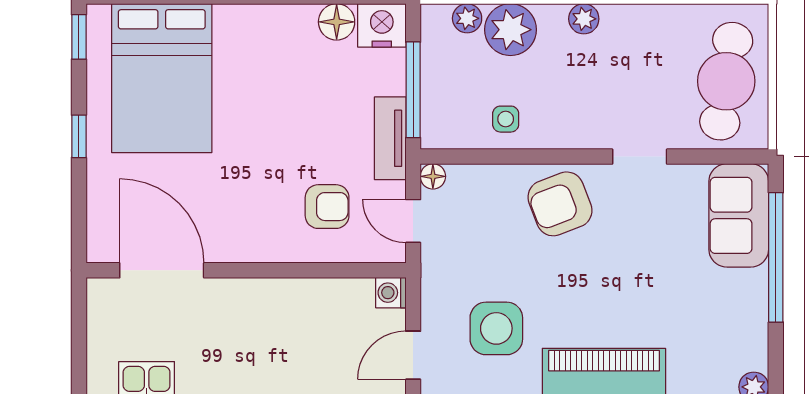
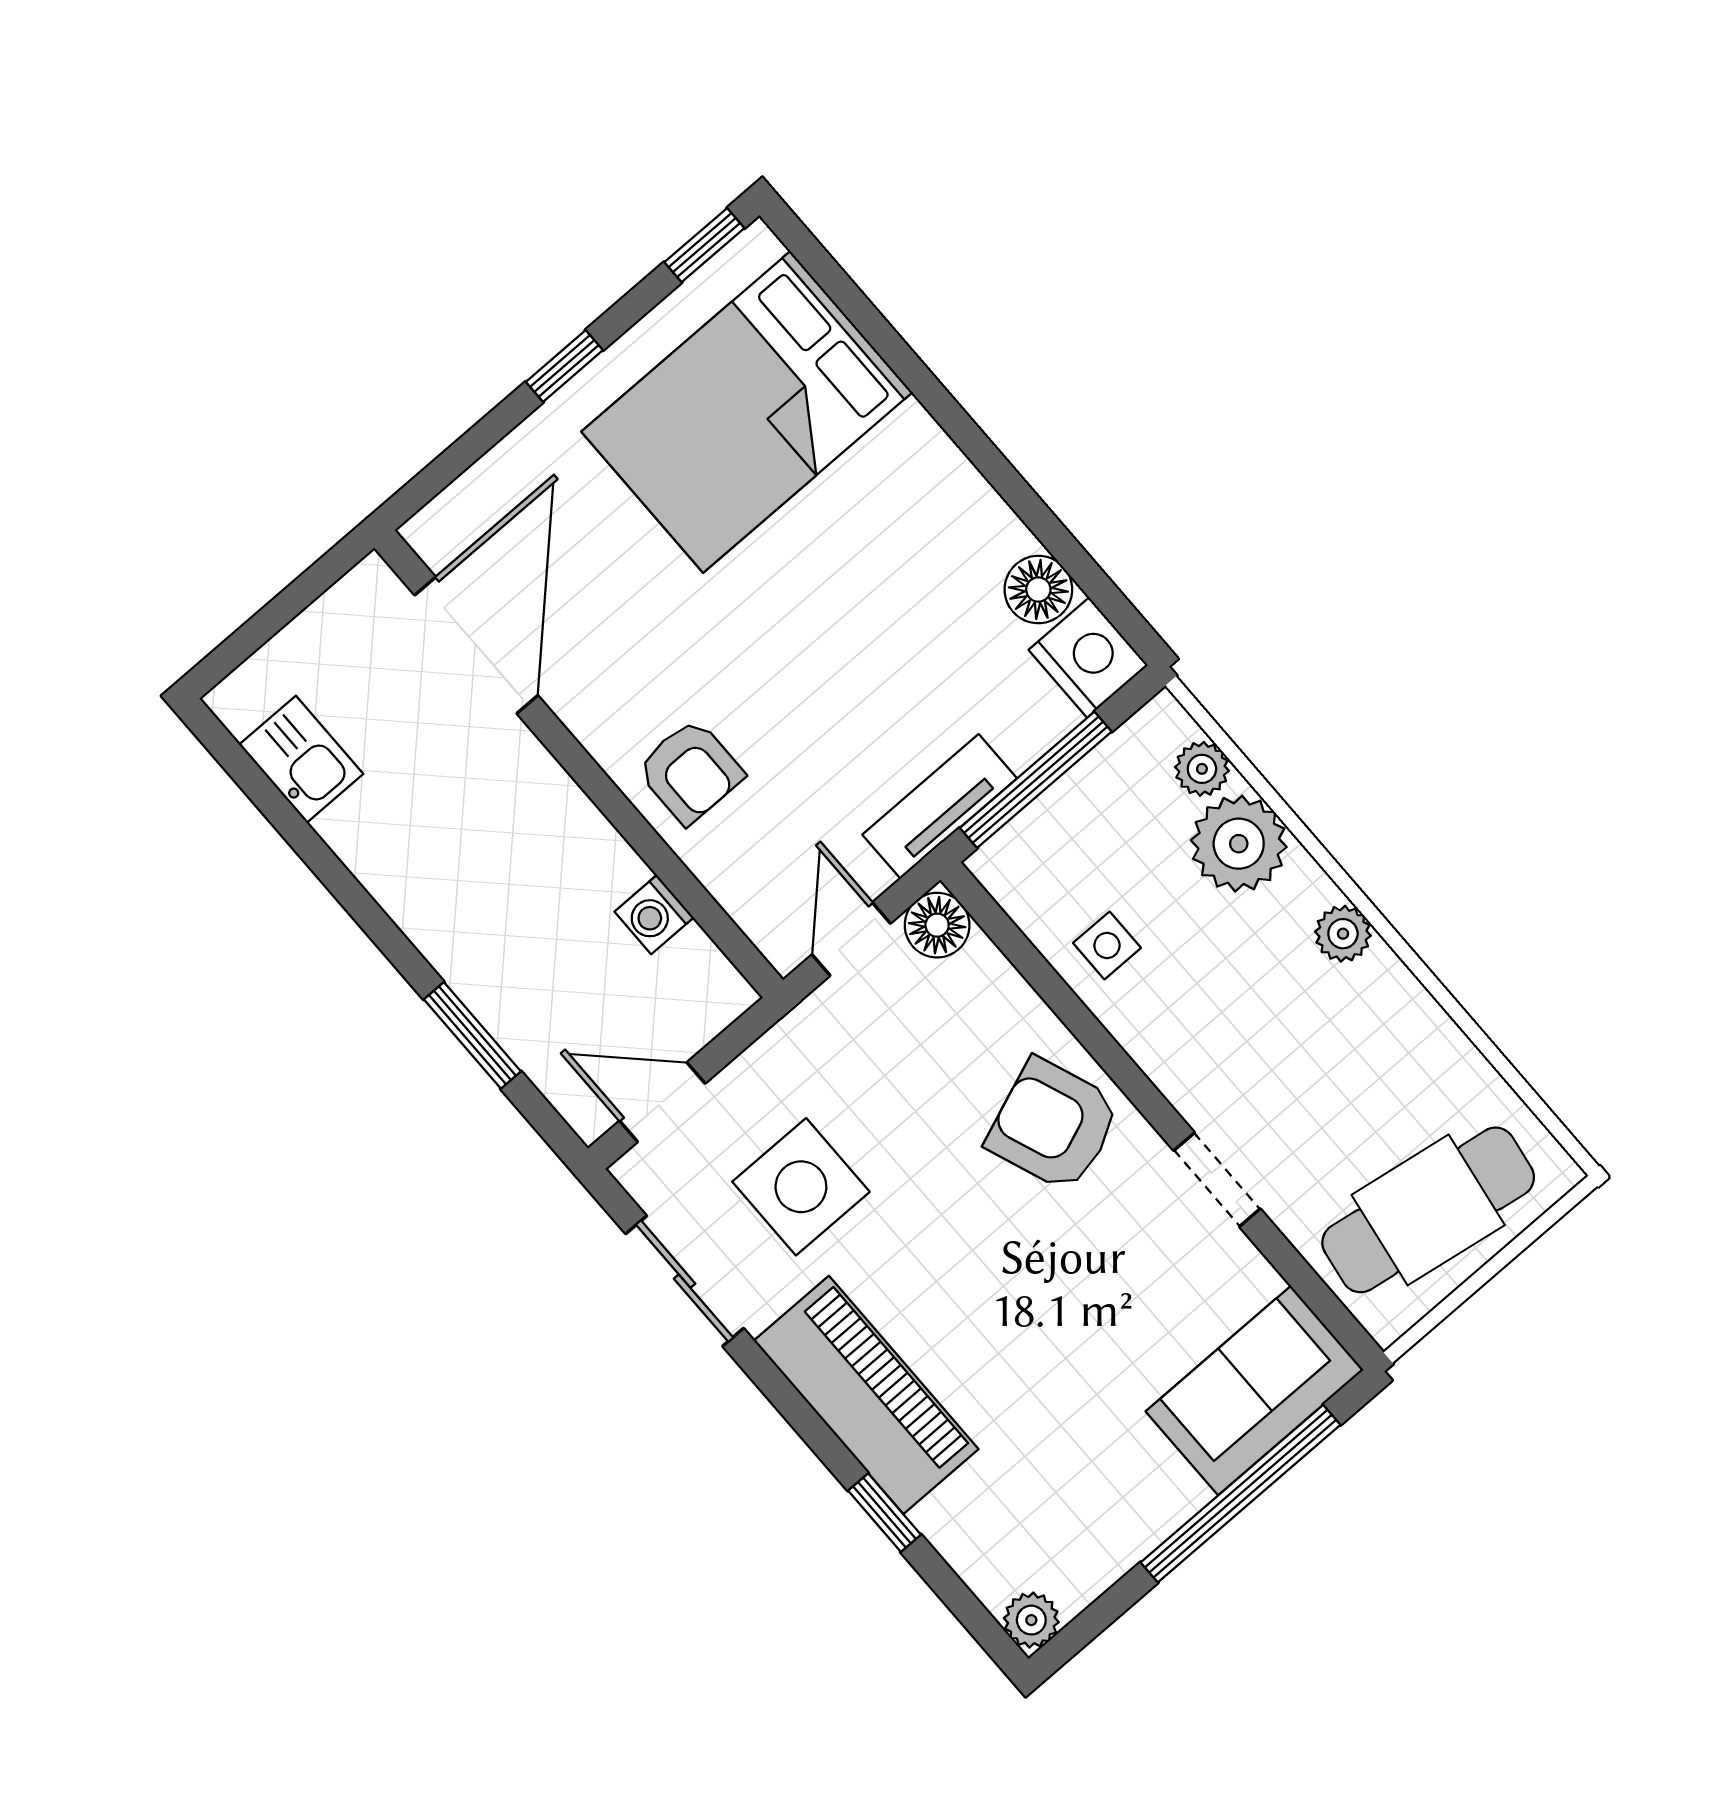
floor lamp: (433, 176) -> (937, 925), width x1.37, depth x1.37
armchair: (327, 207) -> (690, 771), moved
washing machine: (391, 293) -> (654, 915), moved, turned -90

